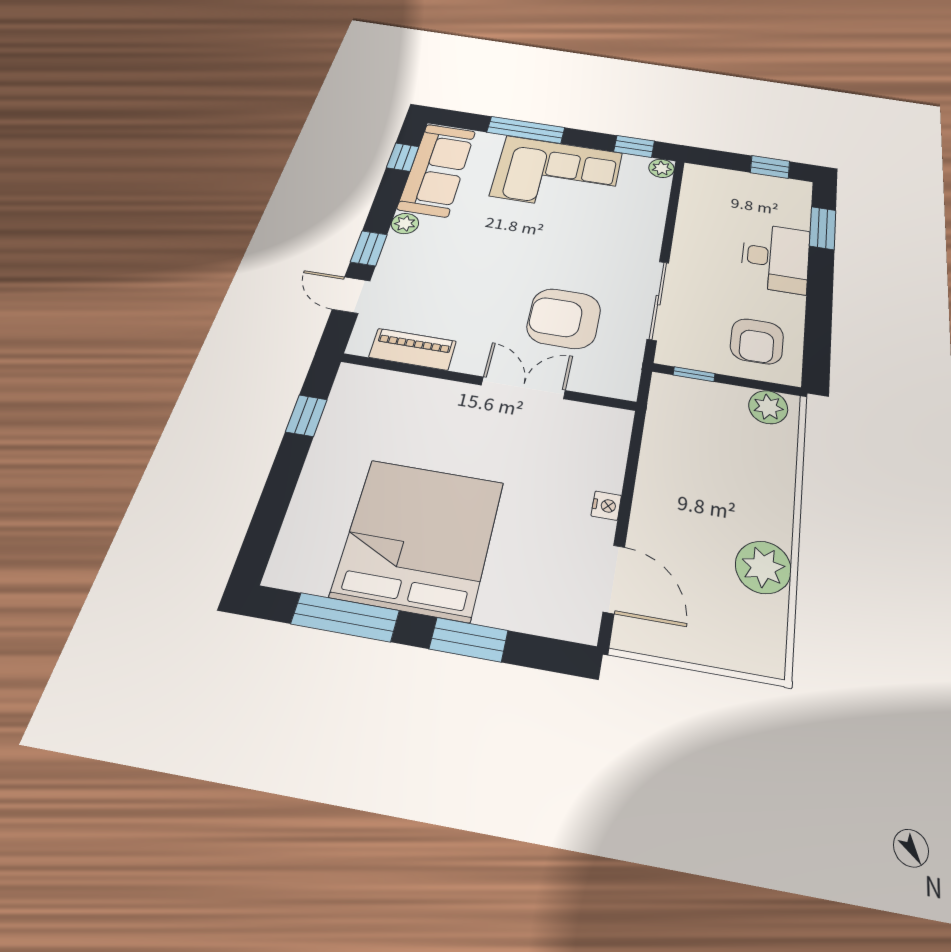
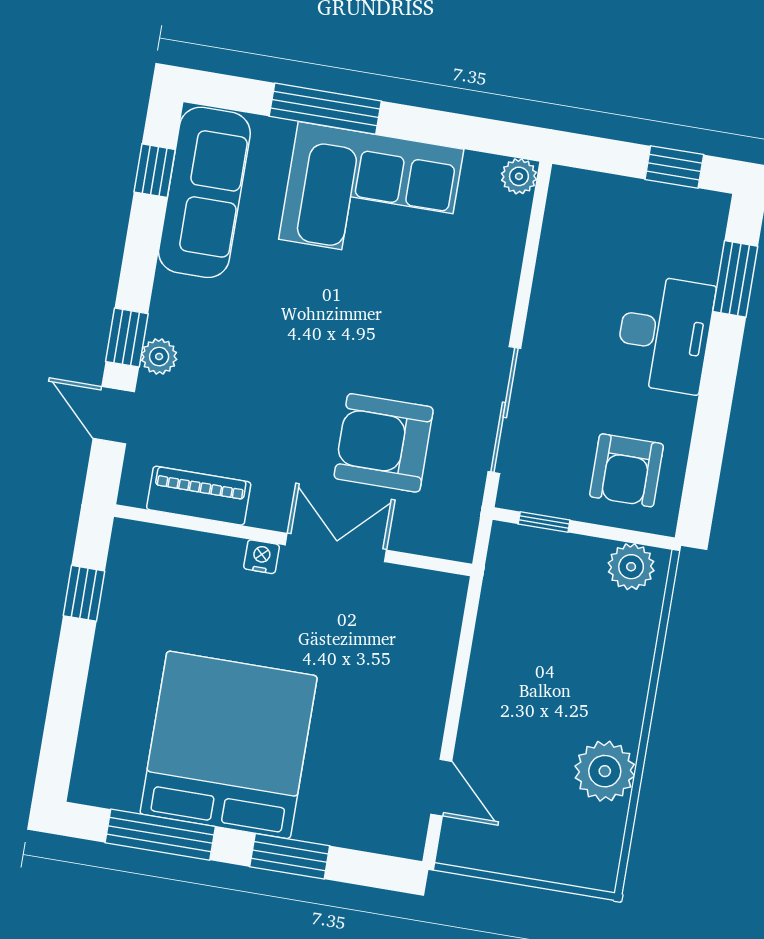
window: (634, 146) -> (481, 135), removed
plant: (405, 224) -> (159, 357), moved
nightstand: (606, 506) -> (262, 557), moved, turned -90
door: (614, 579) -> (441, 788), width x0.73

